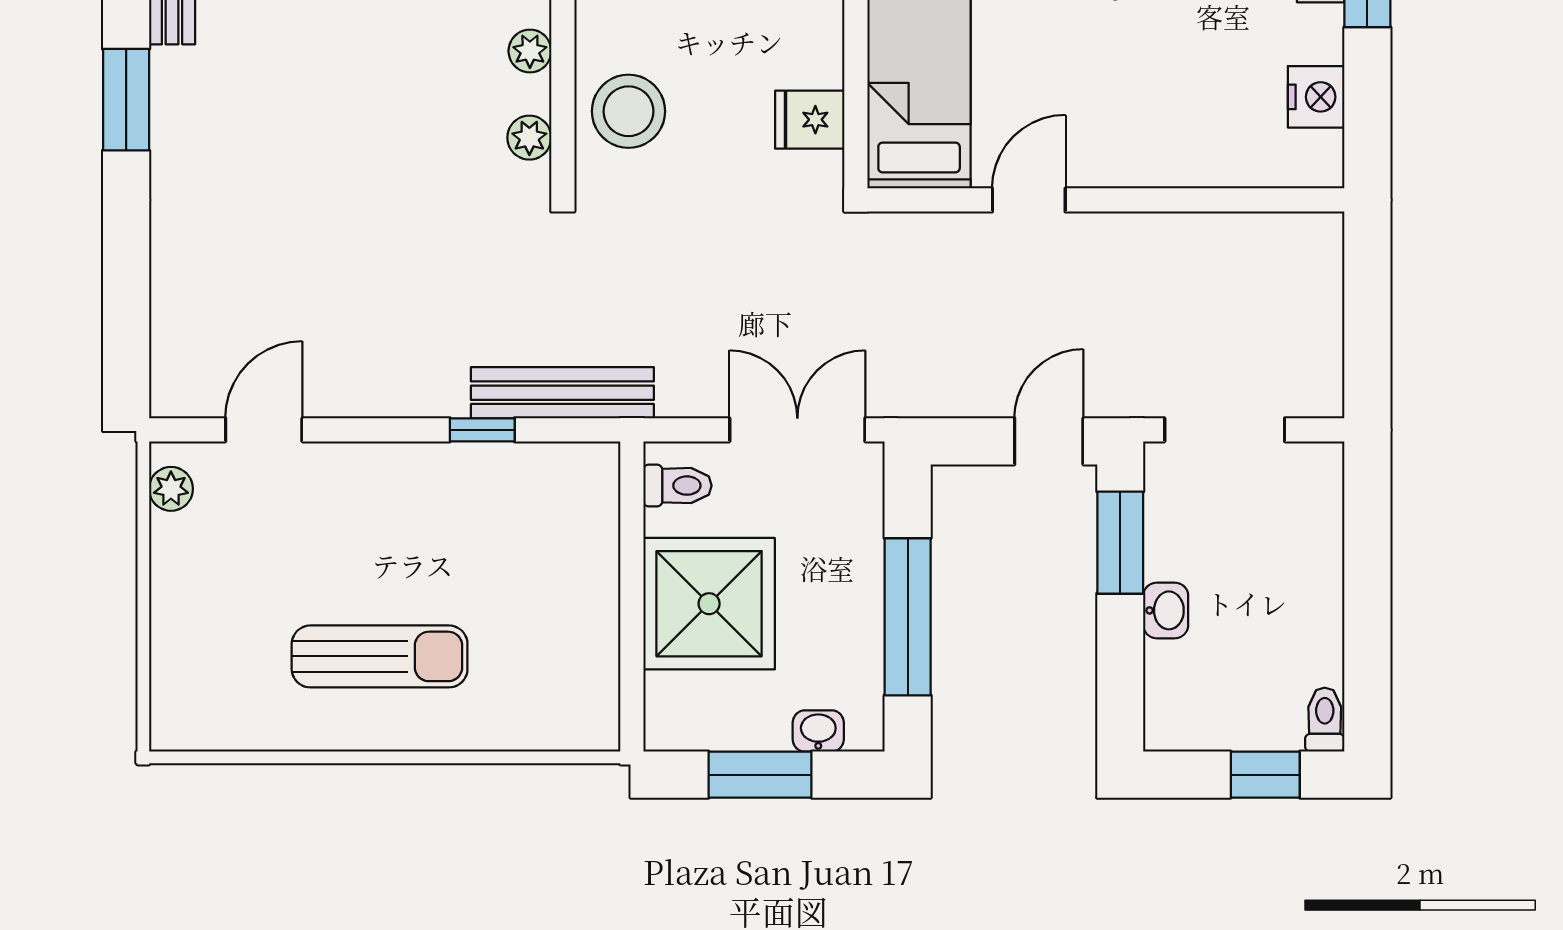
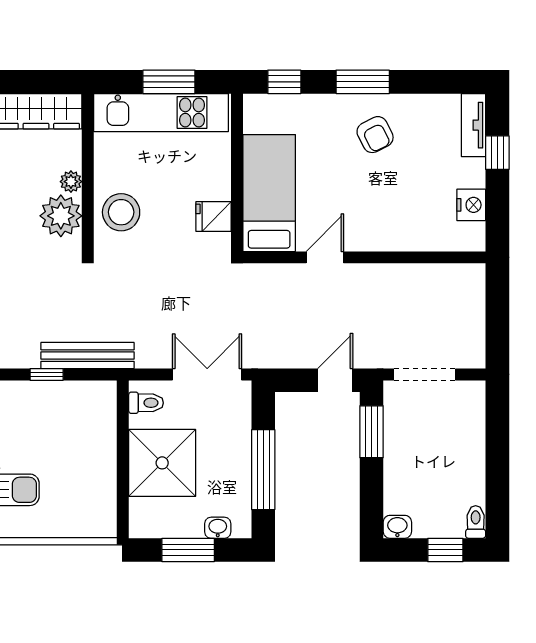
plant: (529, 138) -> (61, 216), width x1.88, depth x1.88
washbasin: (1166, 610) -> (397, 527), moved, turned -90

